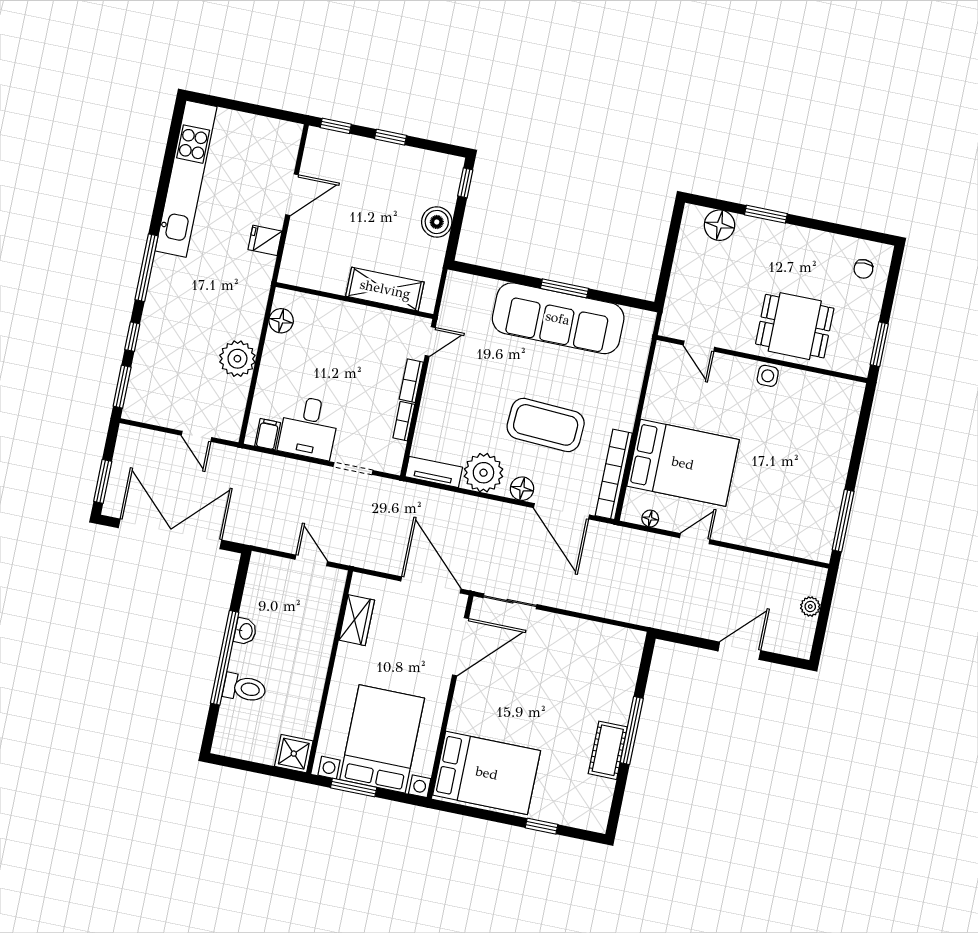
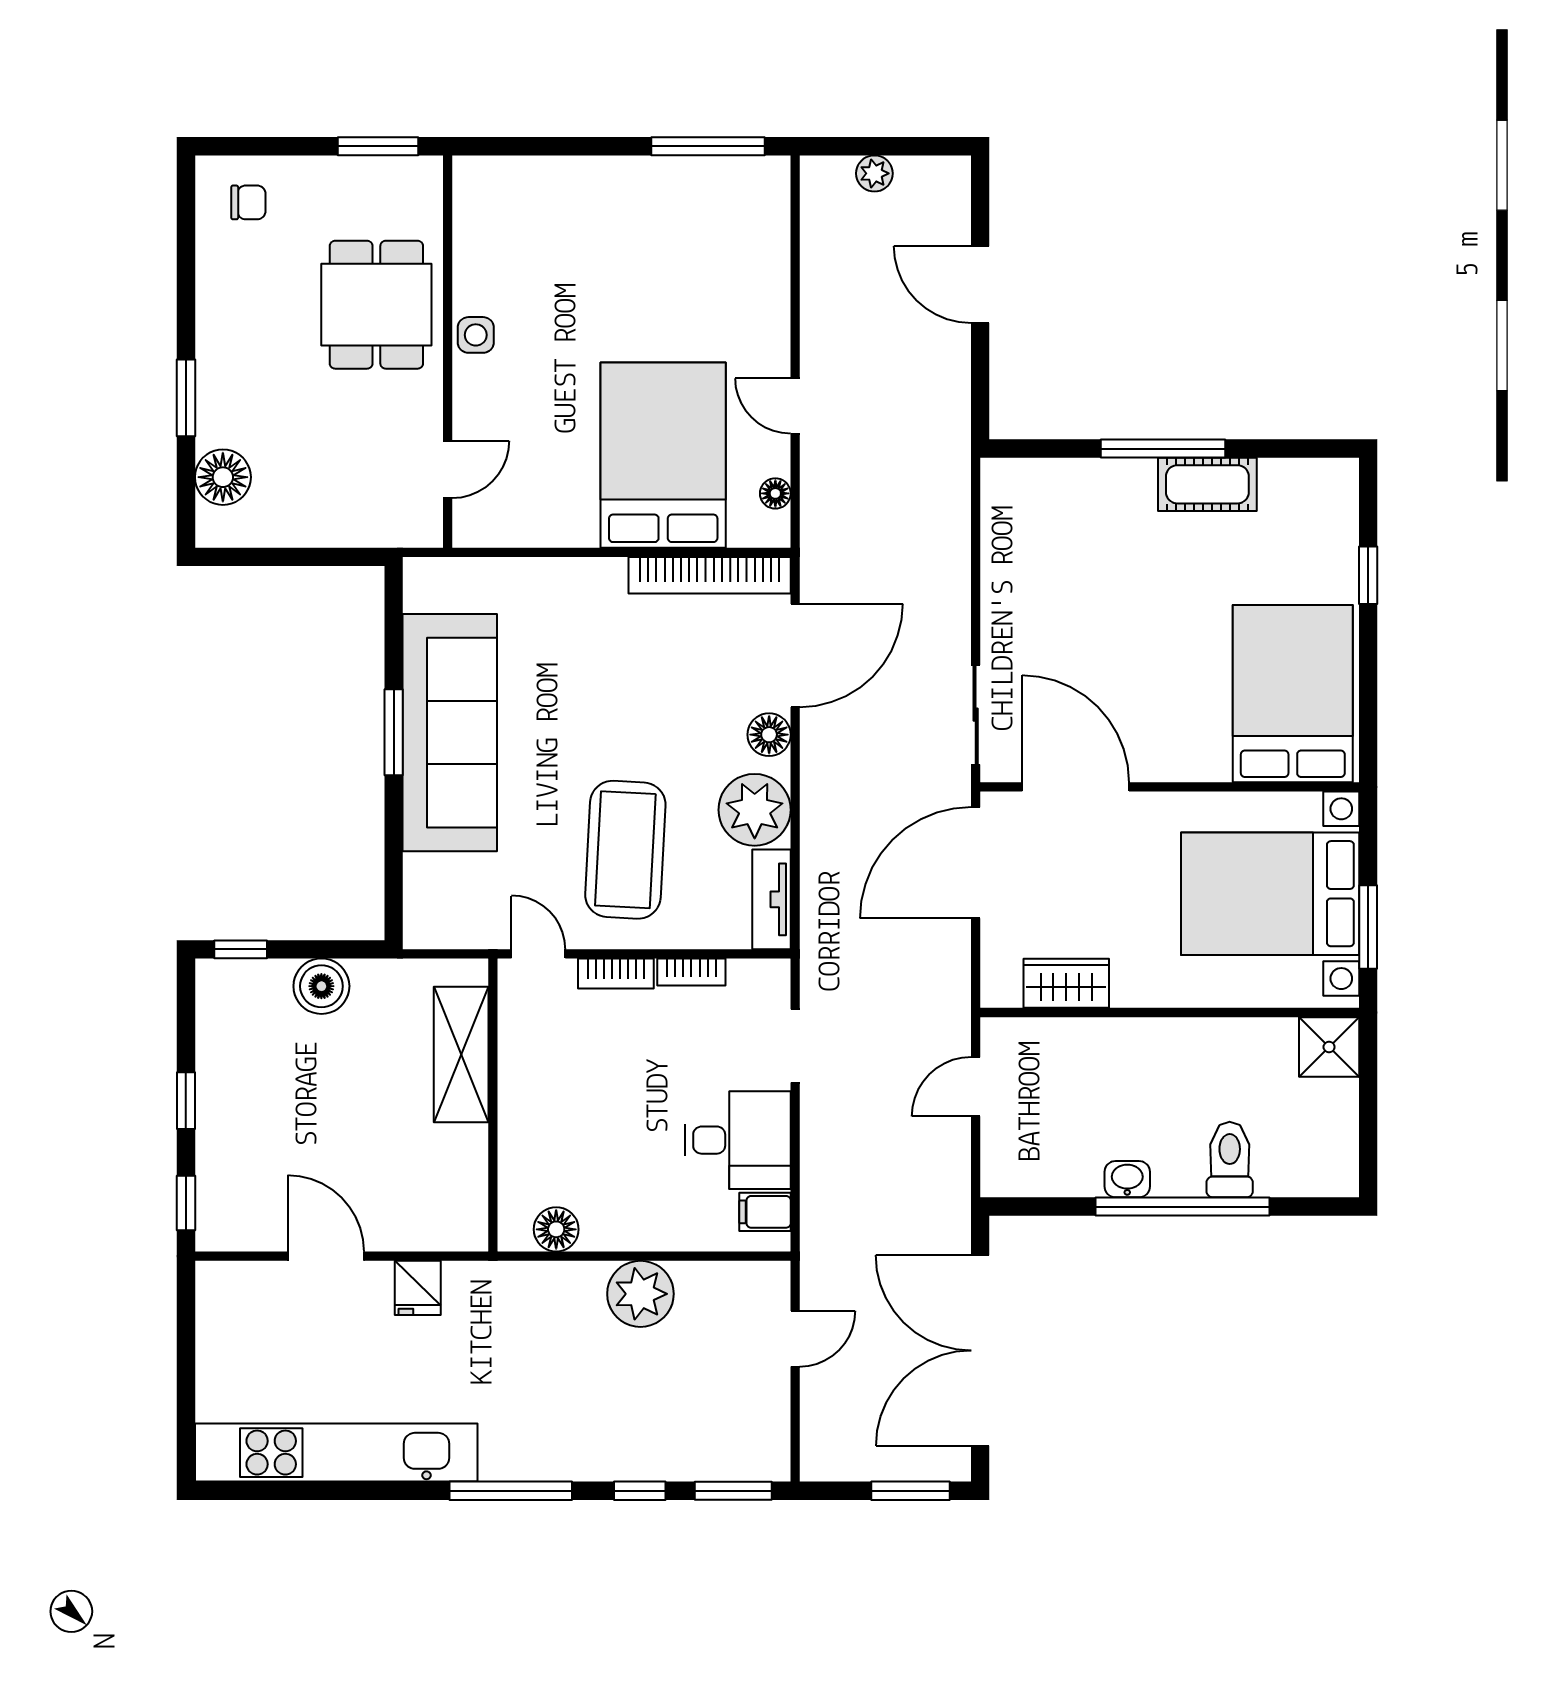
coffee table: (546, 425) -> (625, 850), moved

